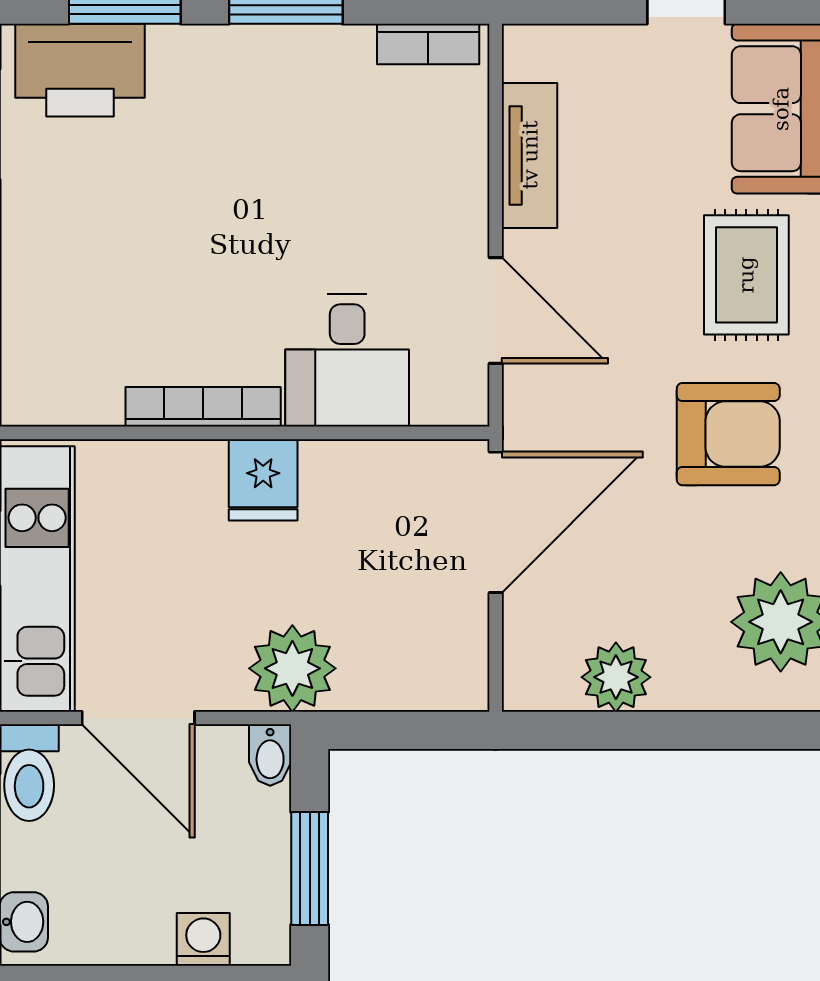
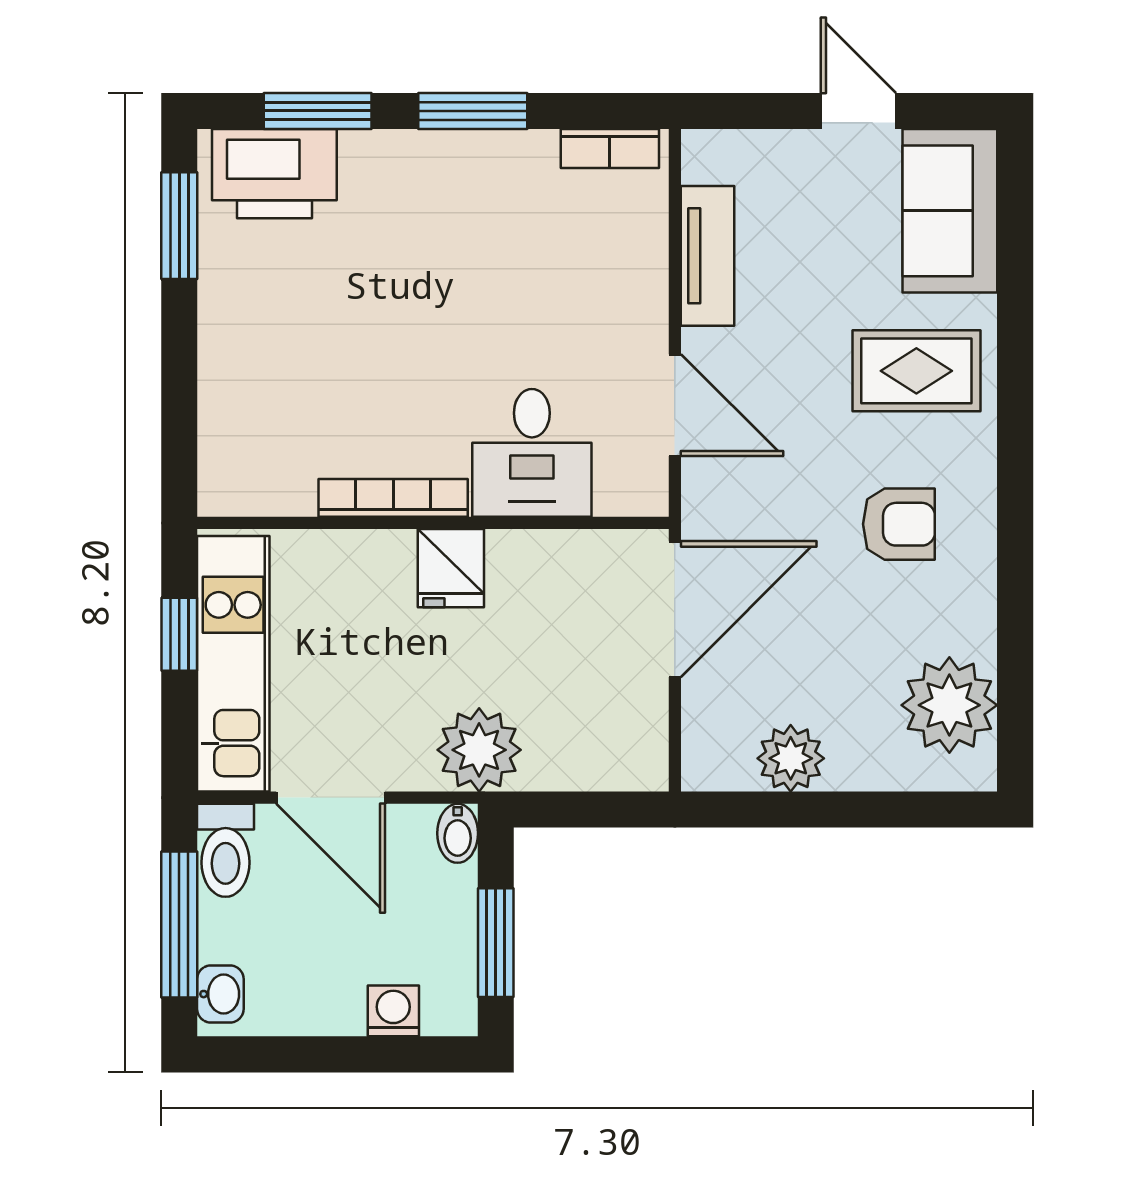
rug: (746, 275) -> (916, 371), turned 90
armchair: (728, 434) -> (899, 524), width x0.72, depth x0.72

